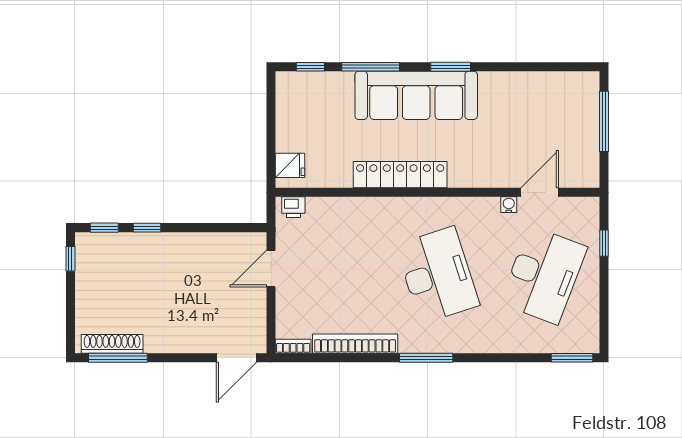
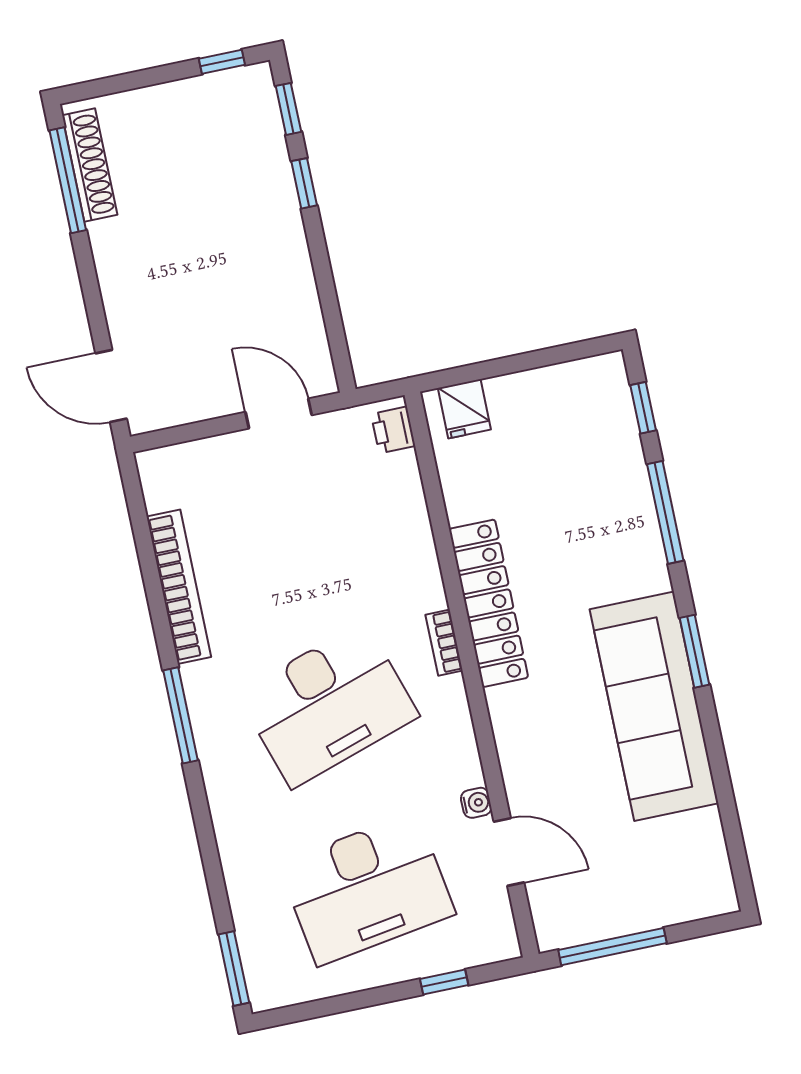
sofa: (416, 95) -> (654, 706), moved
window: (604, 121) -> (612, 947), moved
desk: (544, 275) -> (367, 889), turned -30
bookcase: (293, 346) -> (444, 643), moved, turned 180

